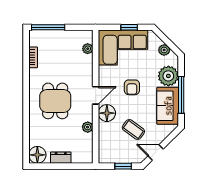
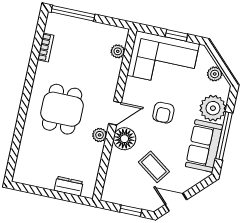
plant: (88, 127) -> (100, 135), moved
floor lamp: (37, 155) -> (25, 173), removed
dresser: (61, 158) -> (69, 186), moved

